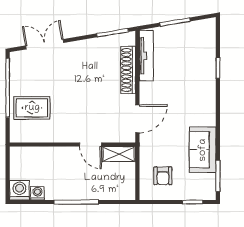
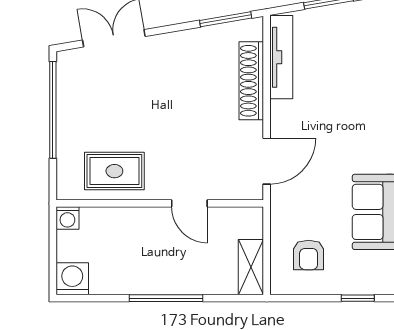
rug: (32, 108) -> (114, 171), moved
shelving: (119, 154) -> (251, 267), moved, turned 90
washing machine: (37, 193) -> (67, 218), moved, turned 180

